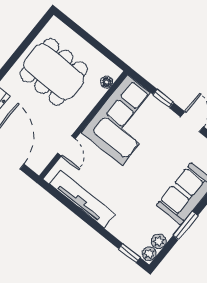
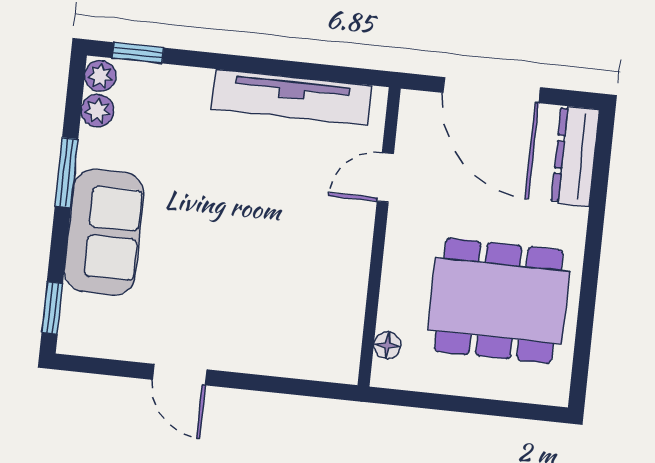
window: (163, 99) -> (262, 383), removed
corner sofa: (125, 120) -> (307, 296), removed
door: (66, 146) -> (385, 177), hinge flipped

